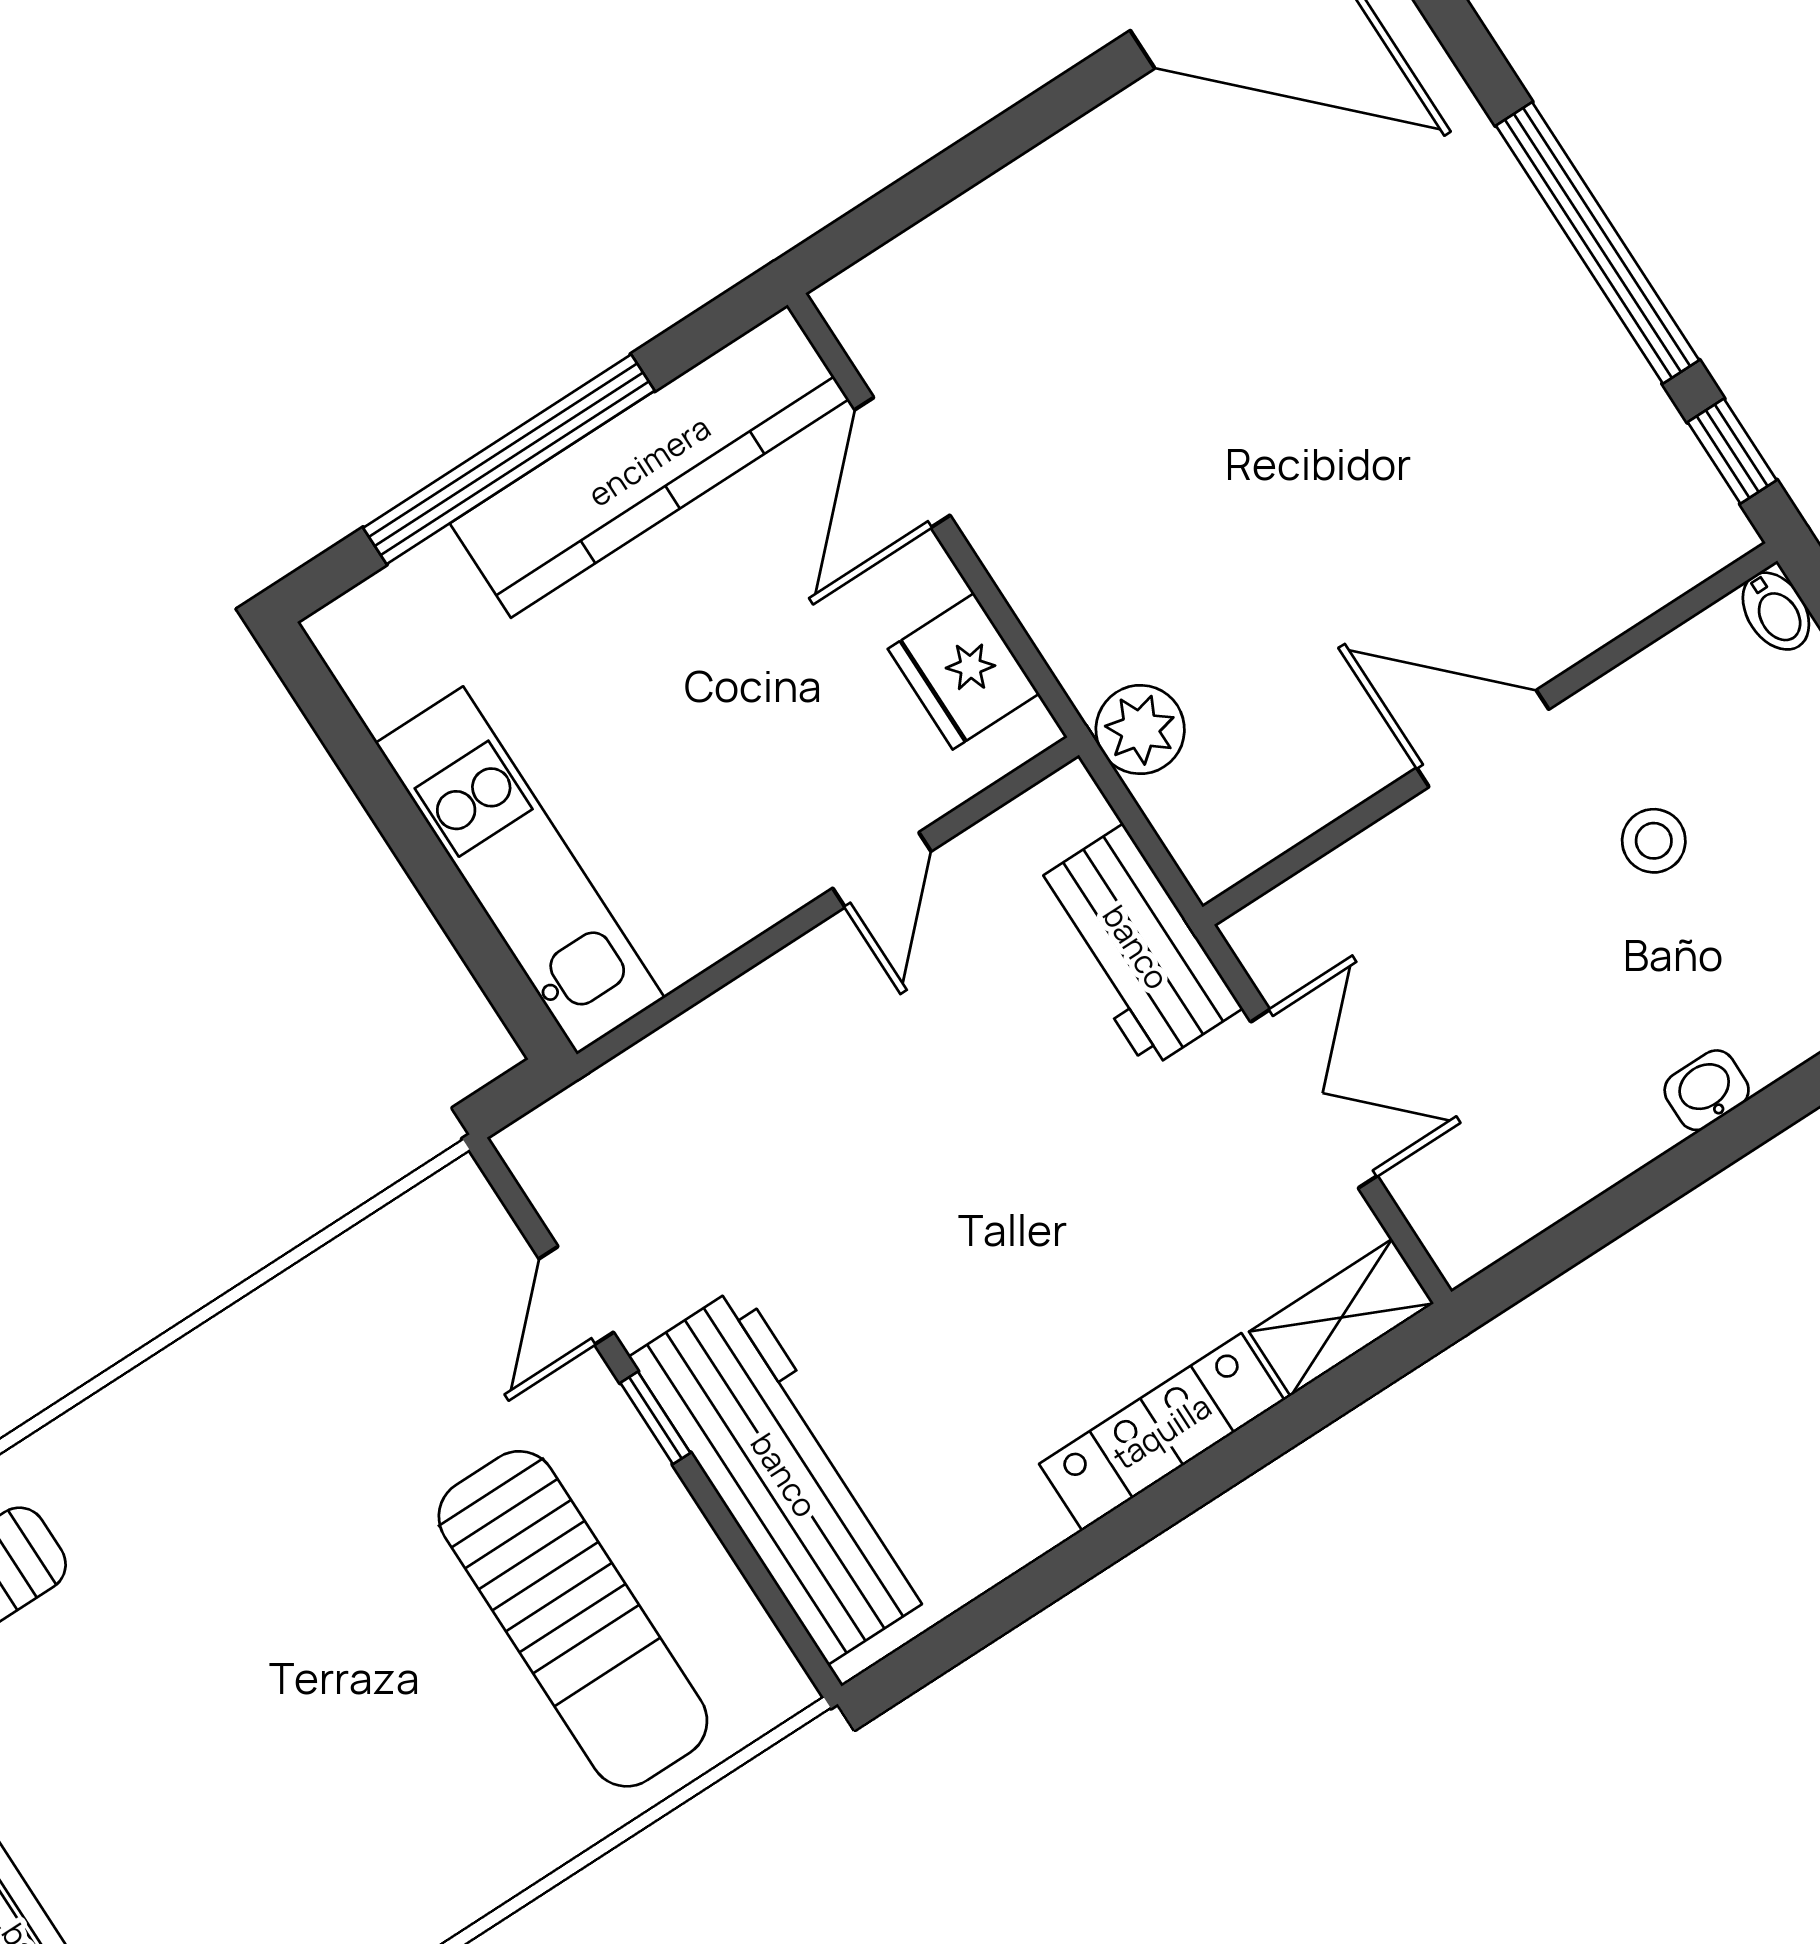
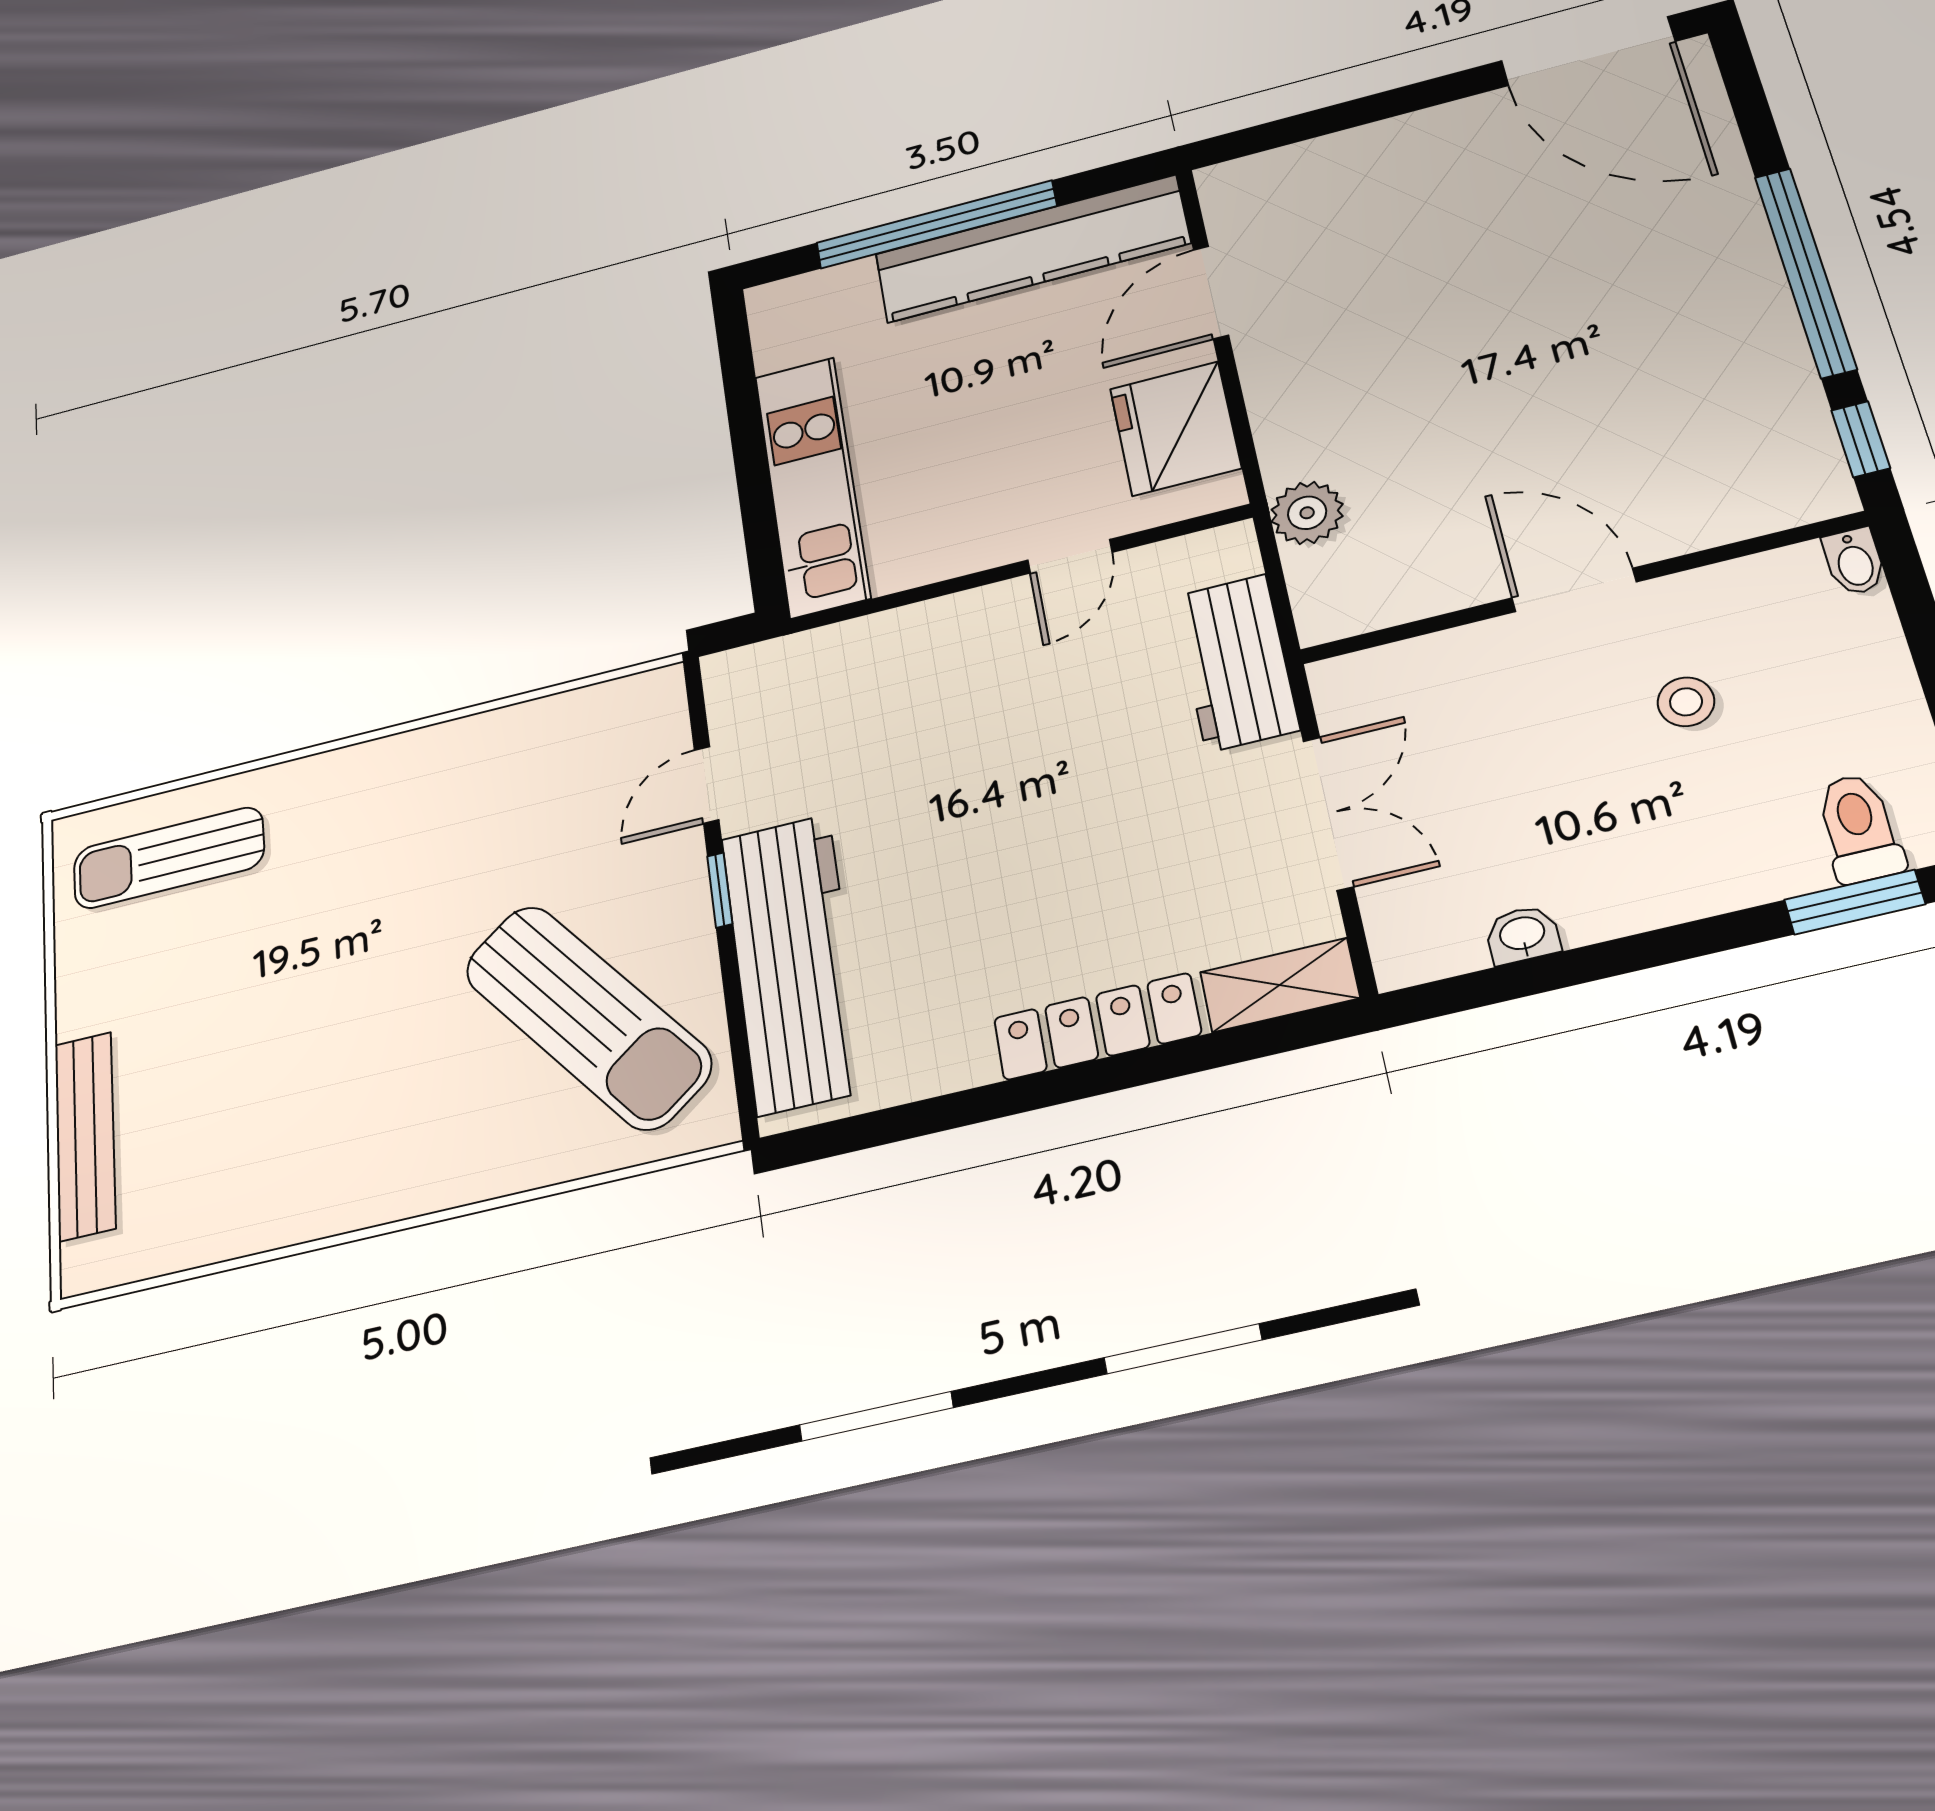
fridge: (964, 671) -> (1175, 428), width x1.36, depth x1.34
washbasin: (1707, 1090) -> (1522, 935), moved
sun lounger: (573, 1619) -> (588, 1017), turned -38

